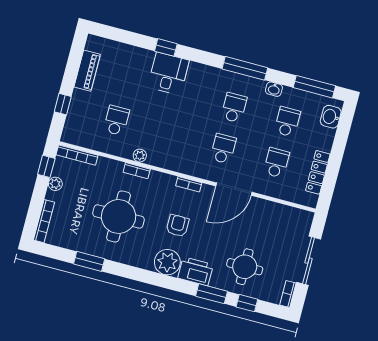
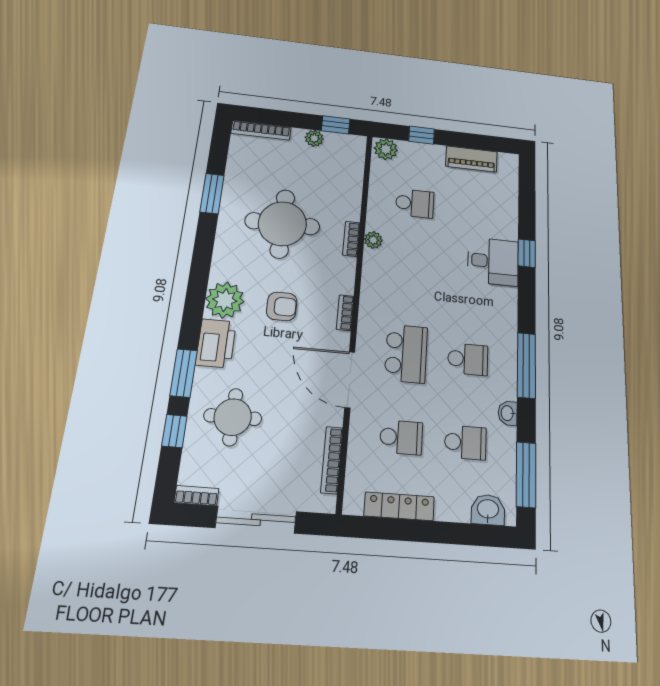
plant: (71, 133) -> (386, 149), added
school desk: (223, 149) -> (406, 354), width x1.85
bookcase: (77, 155) -> (332, 460), moved

